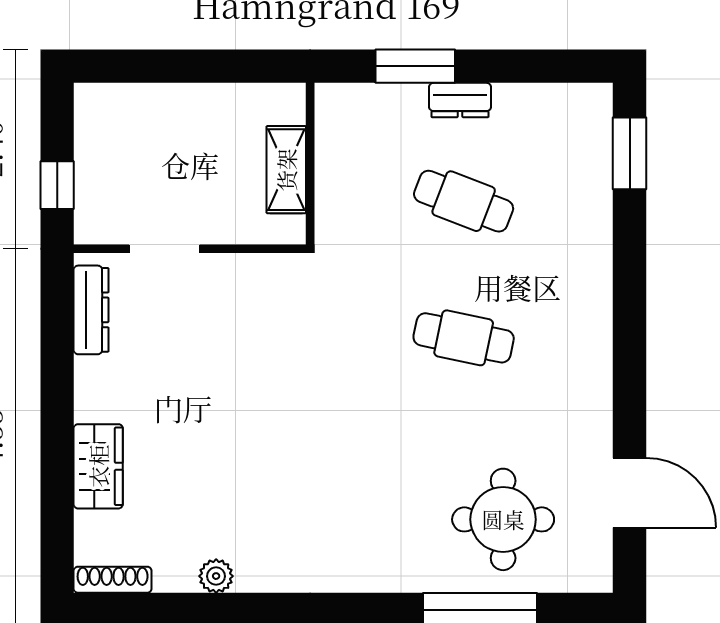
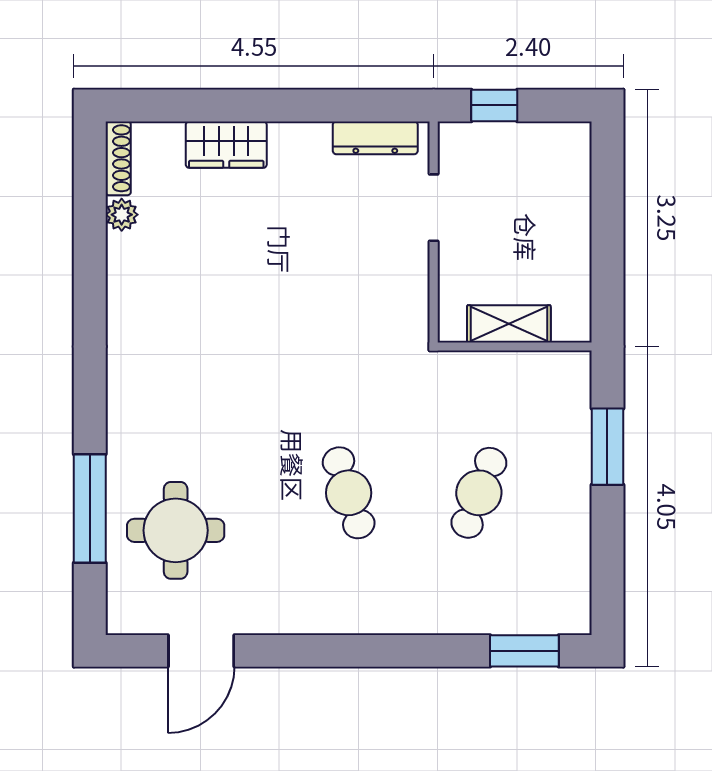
dresser: (460, 100) -> (575, 489), removed
cafe table: (464, 338) -> (349, 493), turned -30
plant: (216, 576) -> (122, 215), moved

